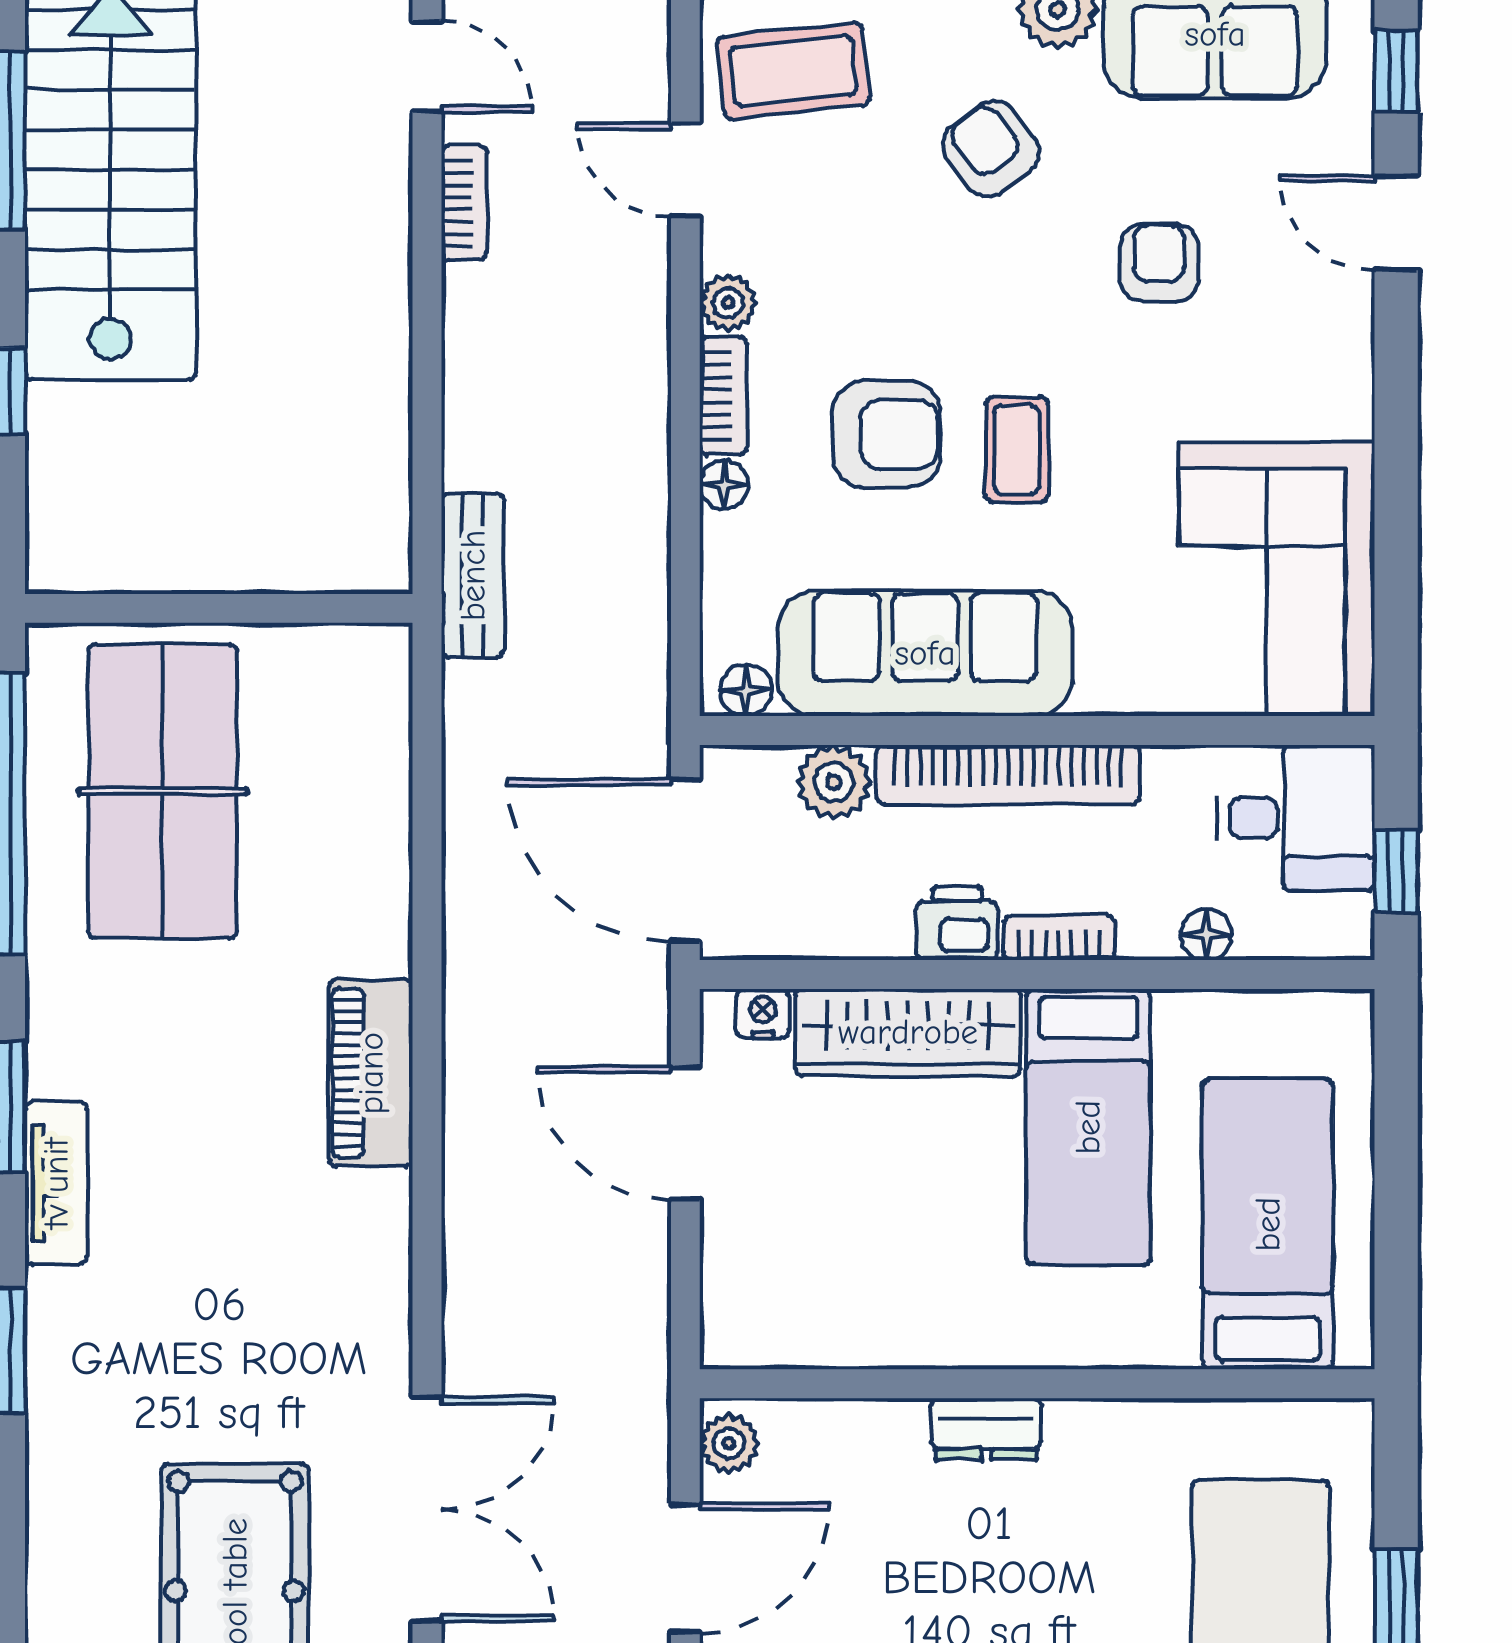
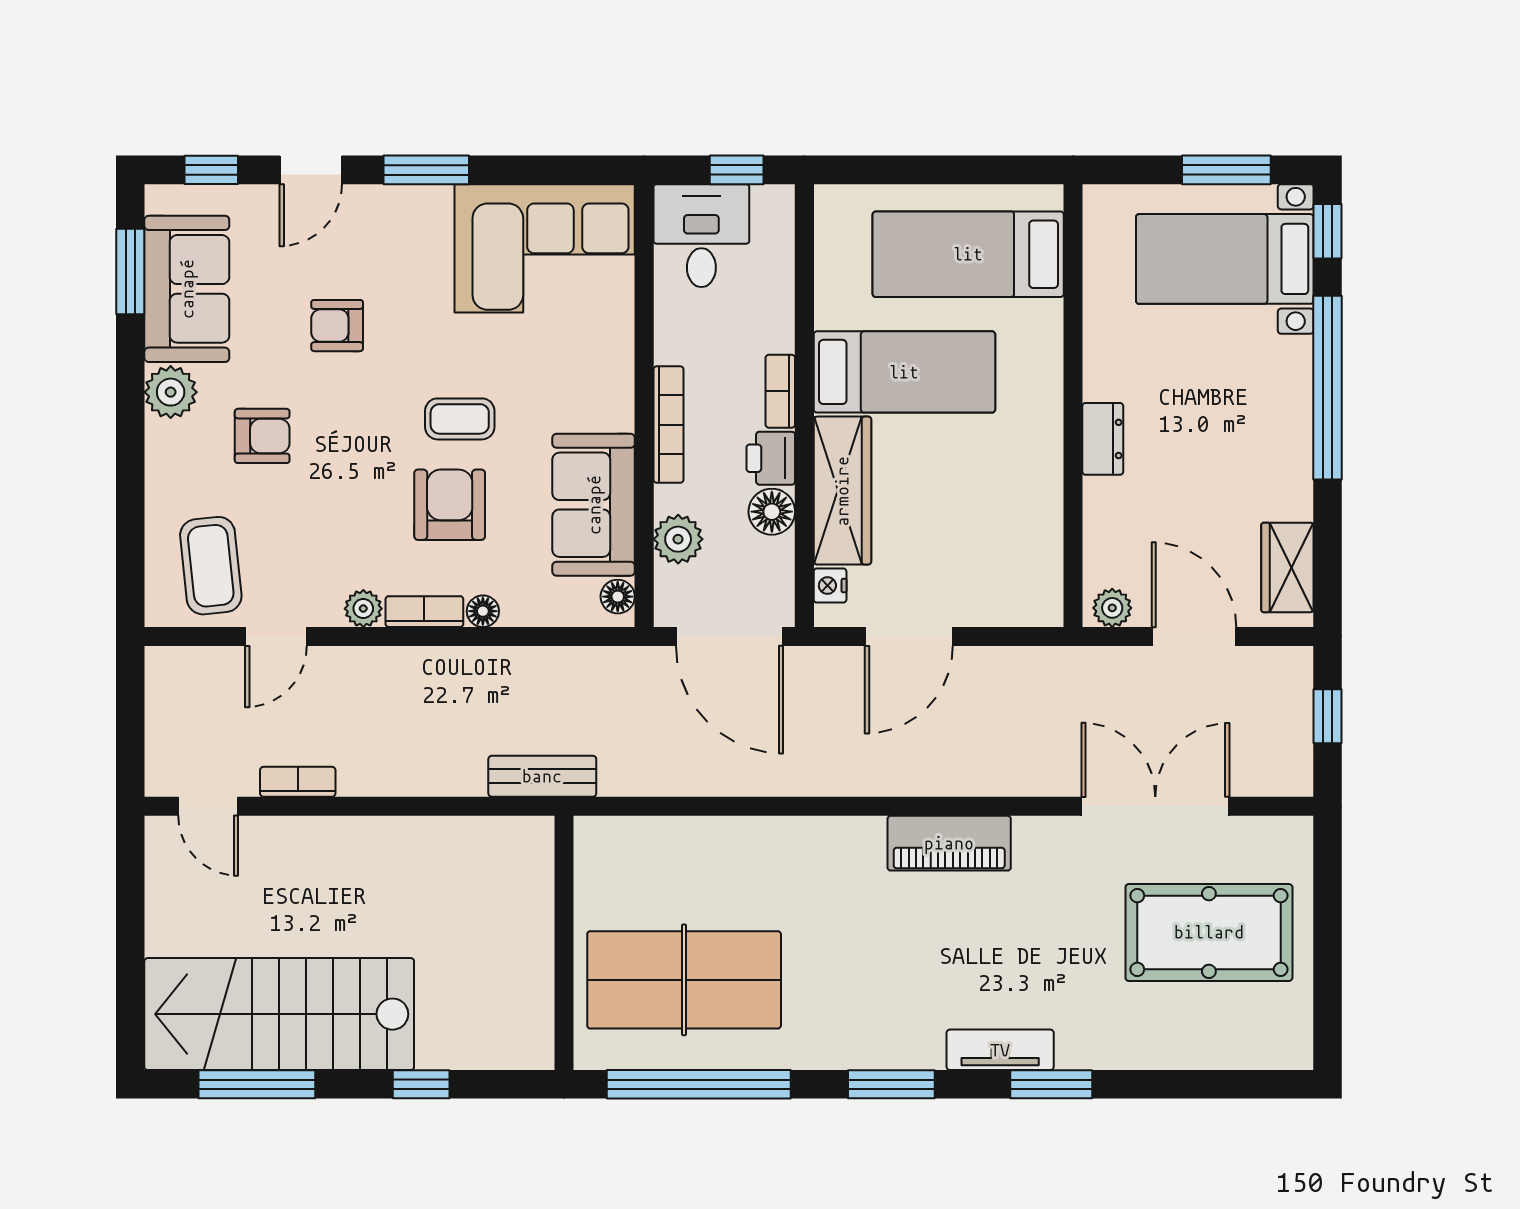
door: (427, 67) -> (208, 806), swing flipped
armchair: (991, 149) -> (262, 436), turned -143
window: (1396, 399) -> (426, 170), added
sofa: (925, 653) -> (594, 505), width x0.73
bookcase: (1008, 775) -> (668, 425), width x0.68, depth x0.76
door: (685, 860) -> (730, 637), hinge flipped
floor lamp: (1206, 934) -> (772, 512), moved, width x1.37, depth x1.37
piano: (371, 1073) -> (949, 843), moved
tv unit: (56, 1183) -> (1000, 1050), moved

